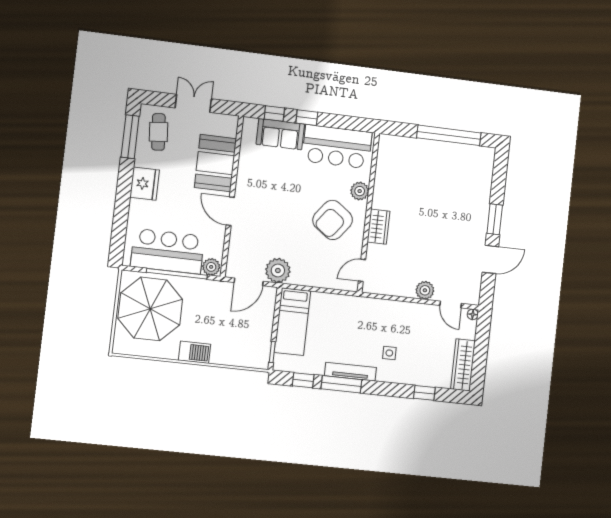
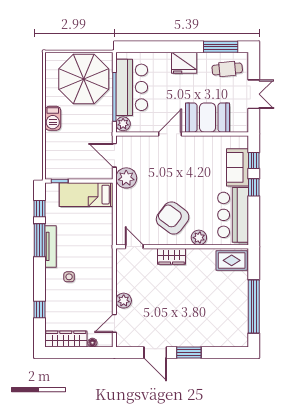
rug: (391, 155) -> (232, 260), added
floor lamp: (473, 314) -> (92, 343), moved

